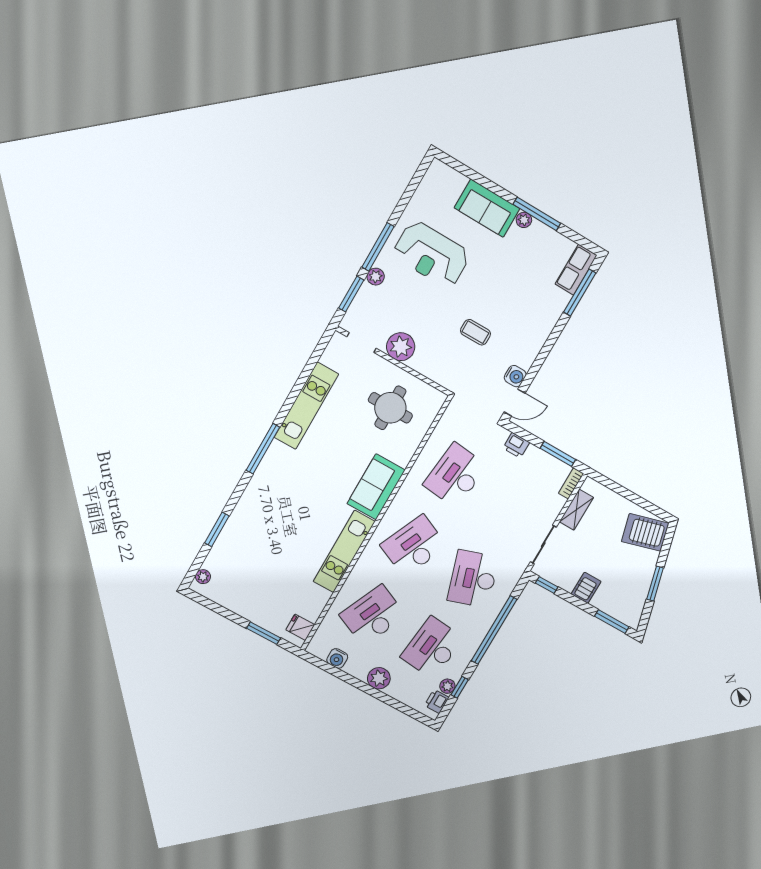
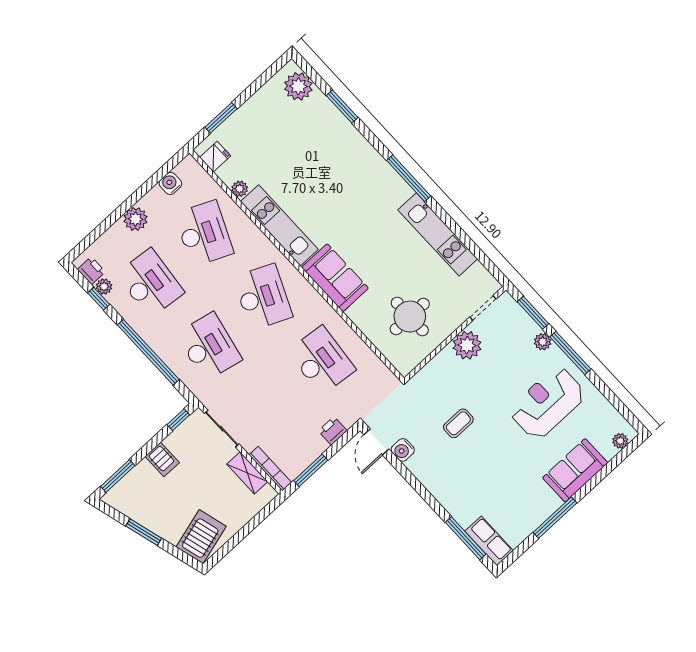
plant: (524, 220) -> (620, 441), moved
bookcase: (571, 483) -> (270, 469), width x1.56
plant: (203, 577) -> (298, 86), width x1.87, depth x1.87
desk: (473, 579) -> (209, 347), turned 30
plant: (322, 597) -> (240, 189), added

